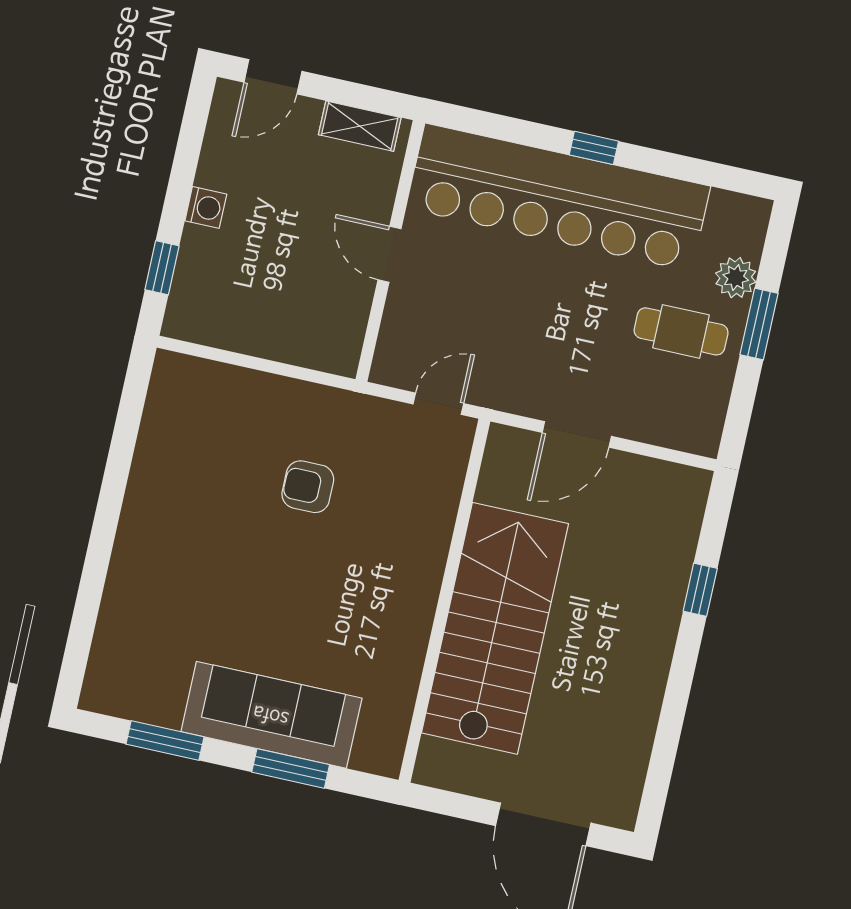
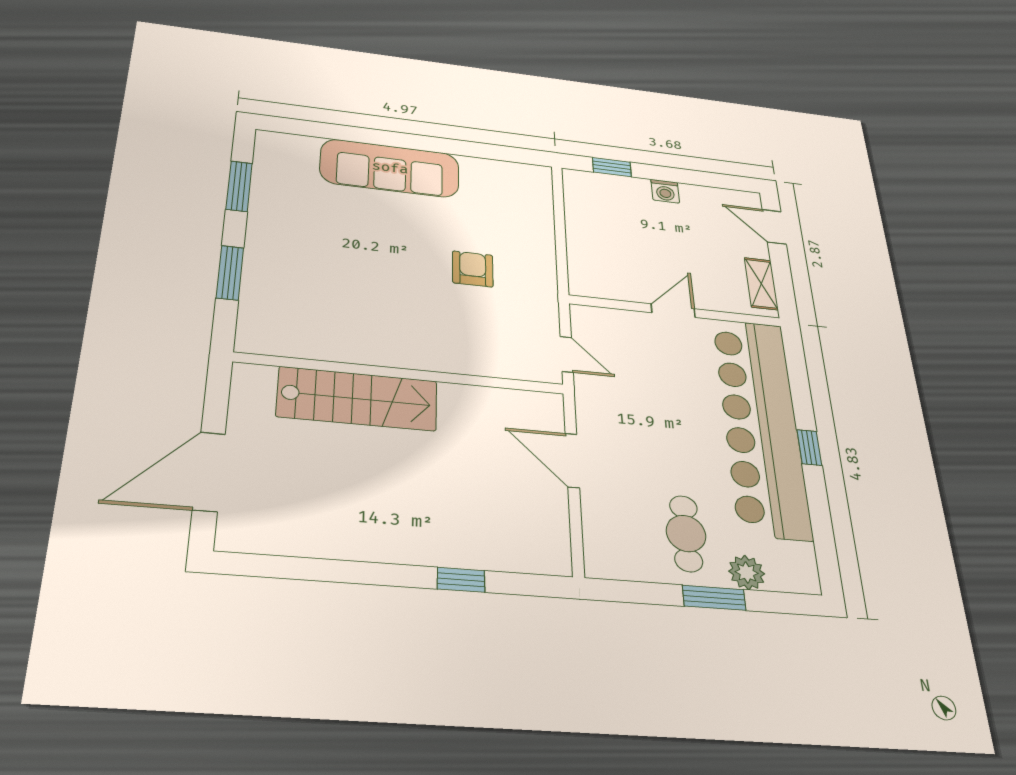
stairs: (495, 628) -> (358, 399), width x0.73, depth x0.66
sofa: (271, 715) -> (390, 168), moved, turned 90

